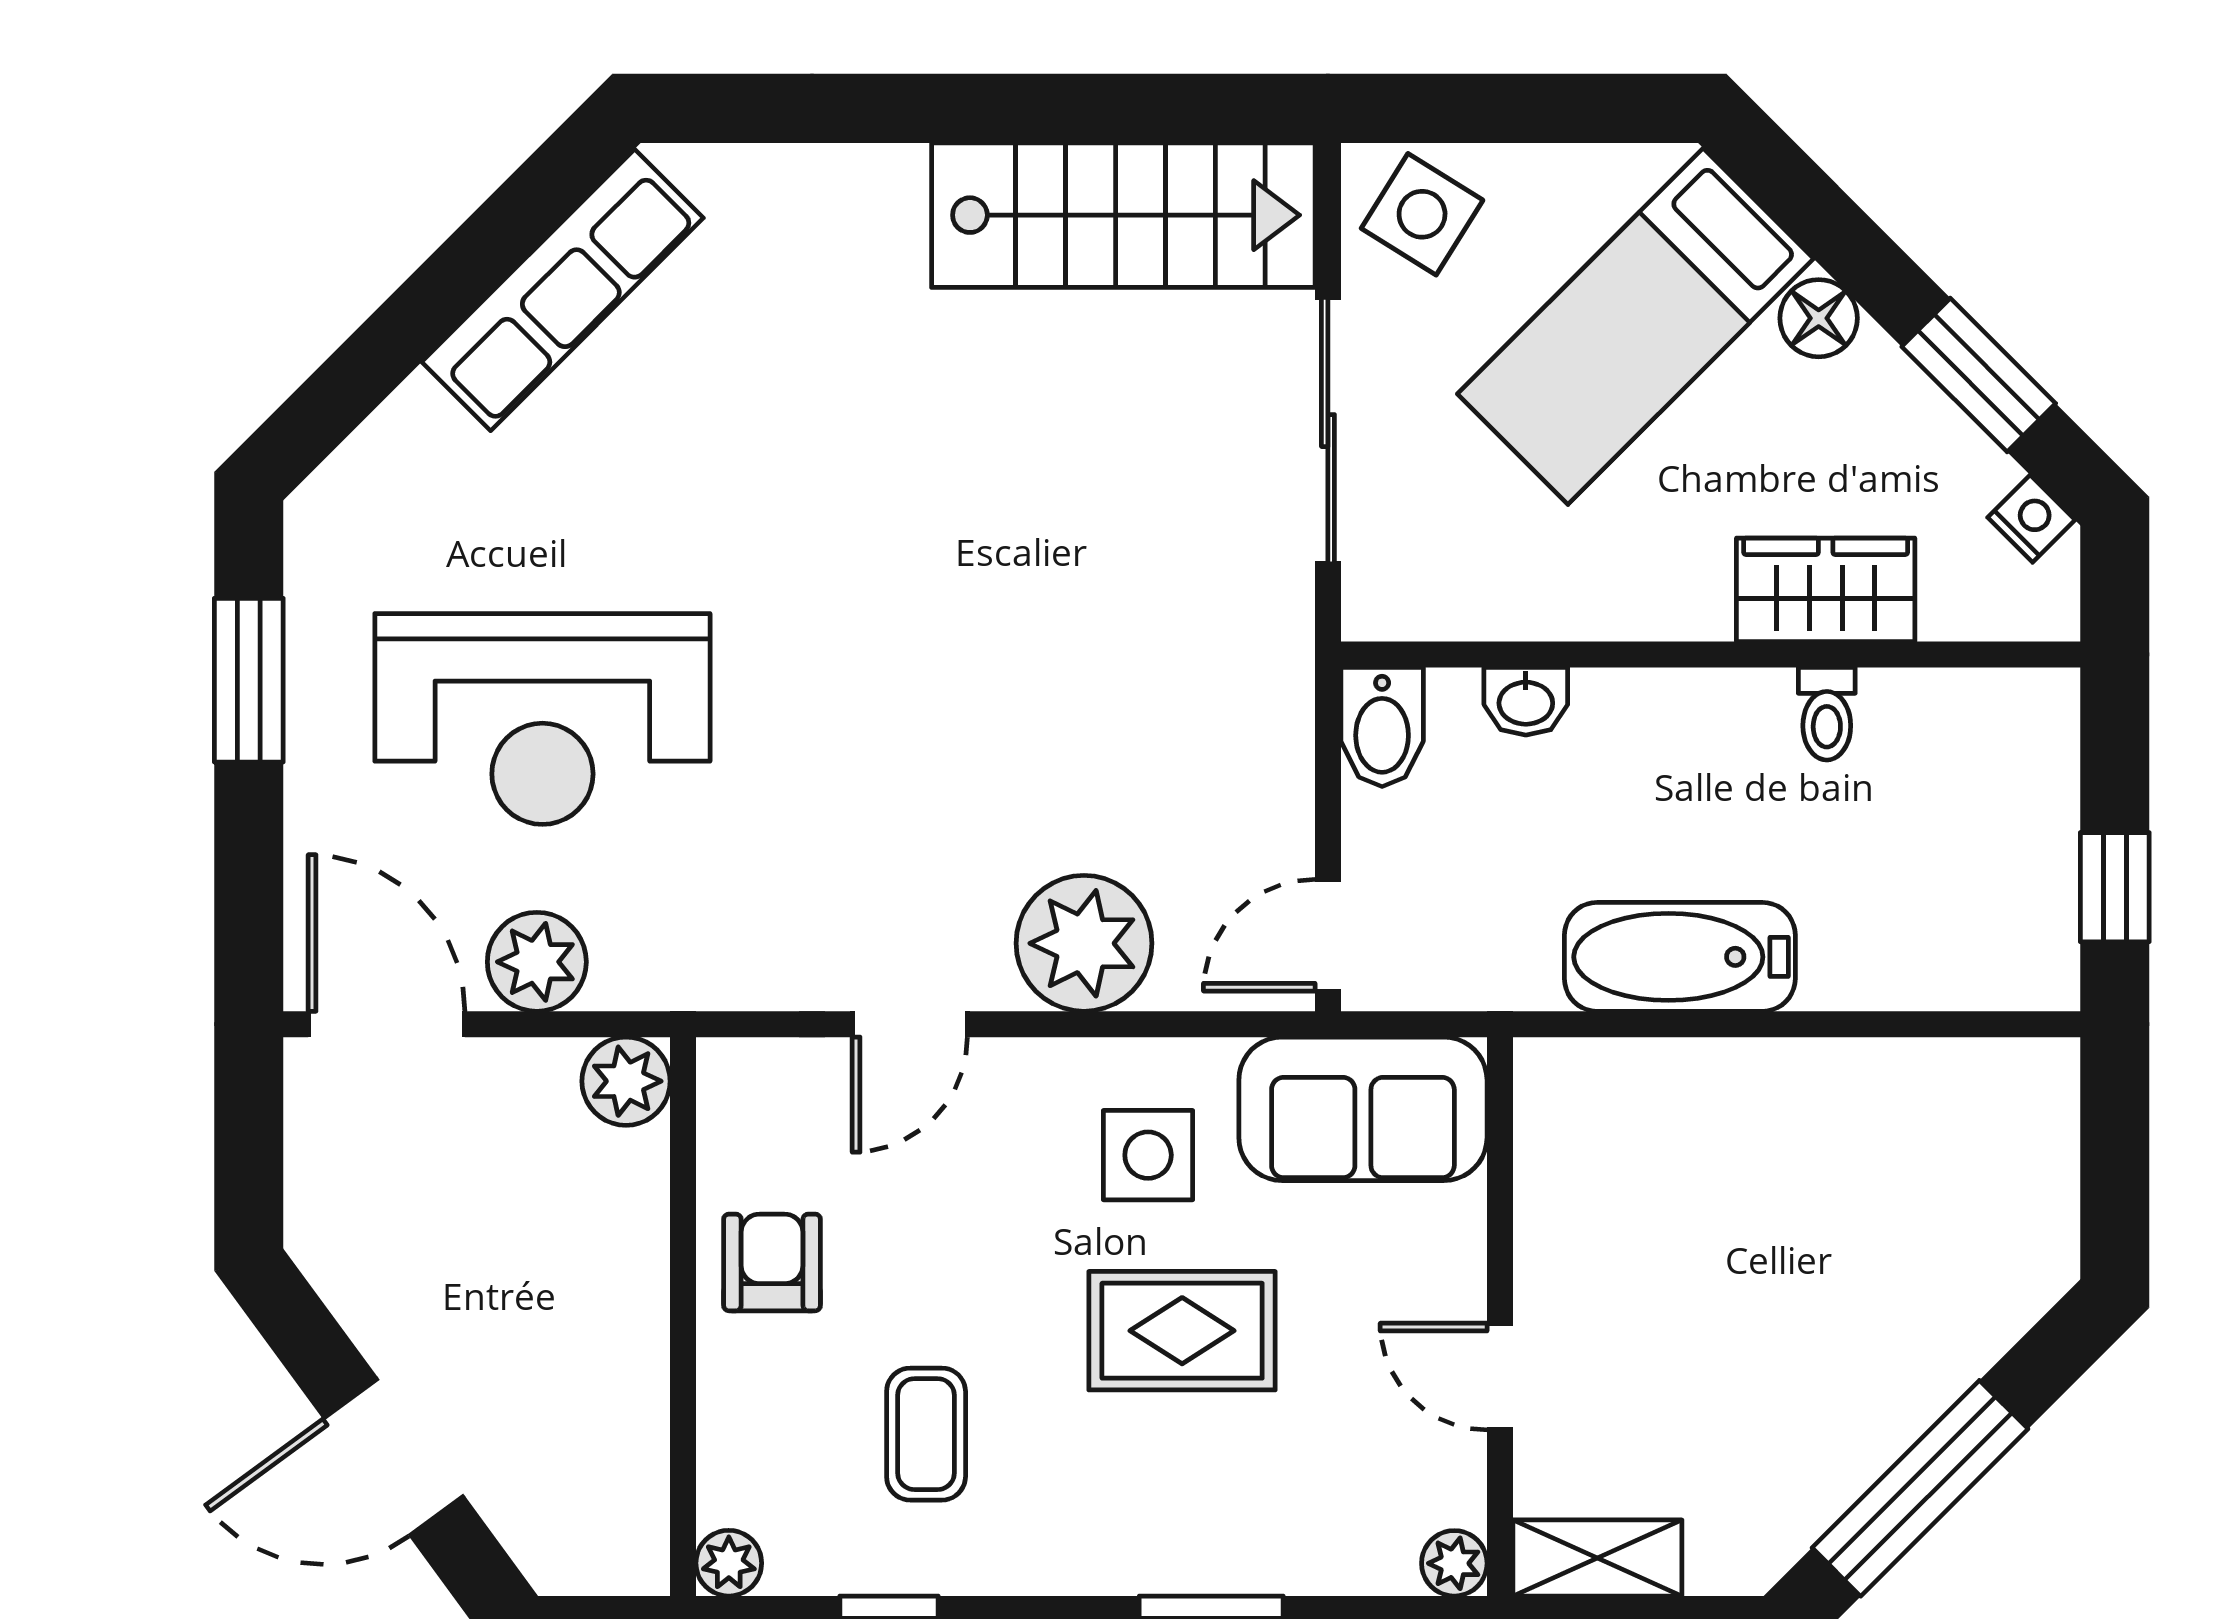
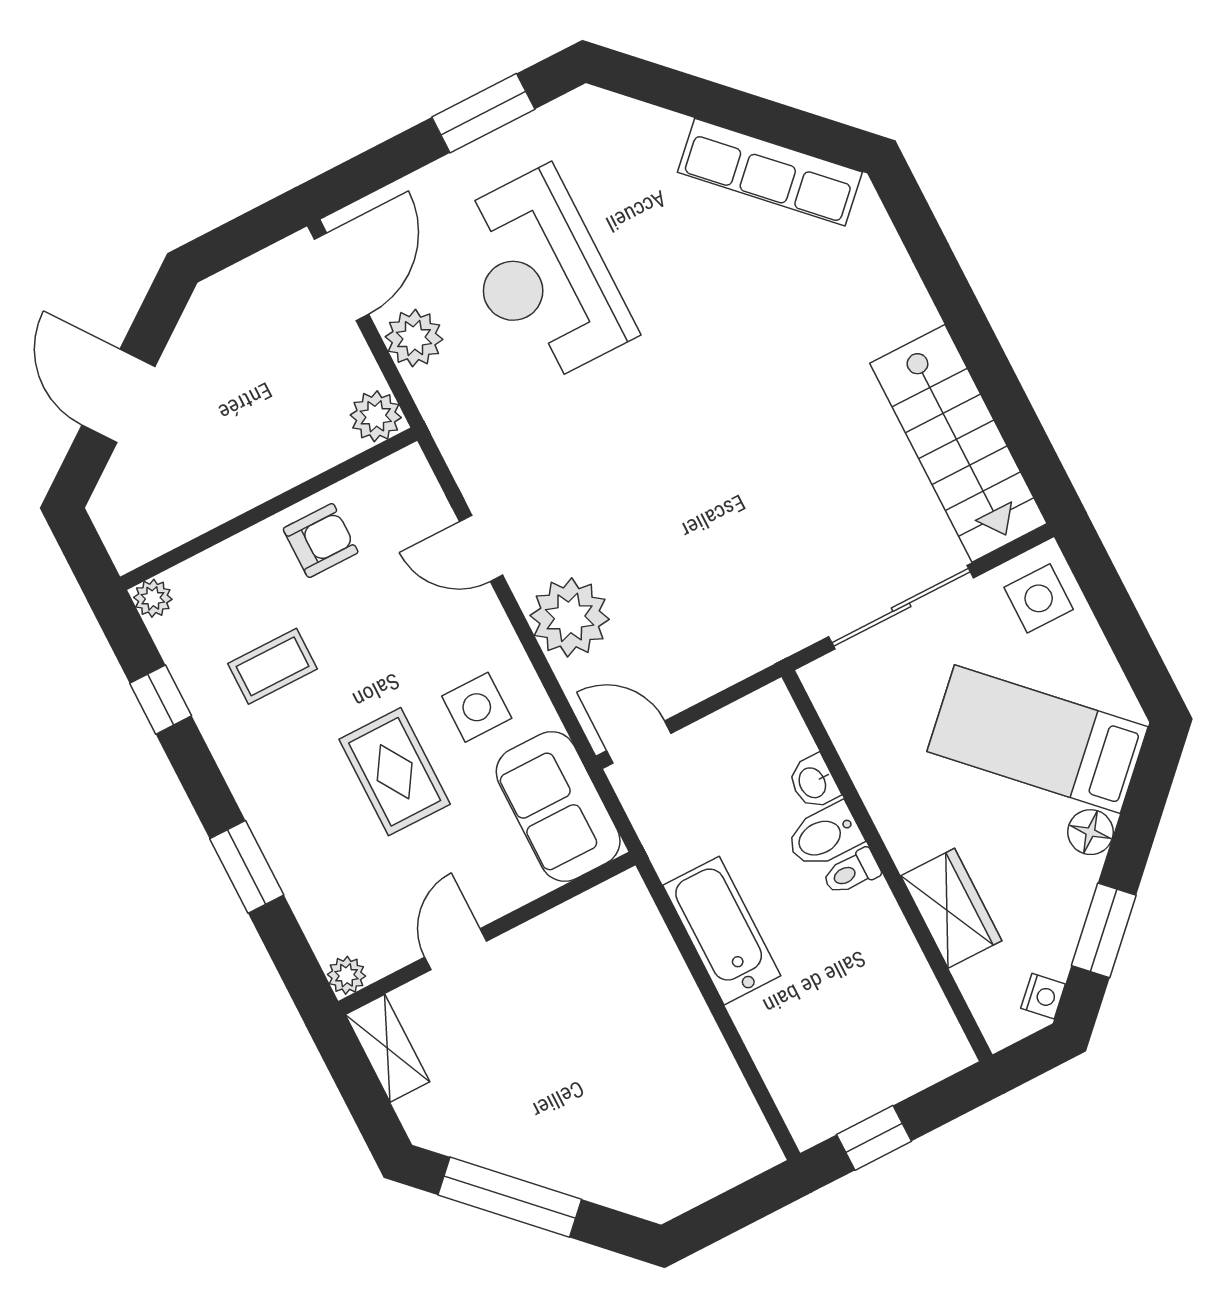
side table: (1422, 214) -> (1039, 598), turned -32
toilet: (1827, 714) -> (851, 872), moved
bidet: (1382, 727) -> (824, 836), moved

